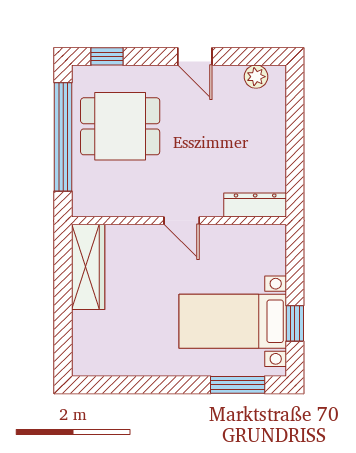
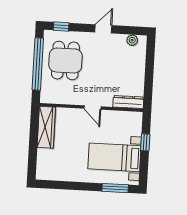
door: (195, 56) -> (103, 29), swing flipped
dining table: (120, 126) -> (65, 60), turned 90
window: (295, 323) -> (145, 142), moved

